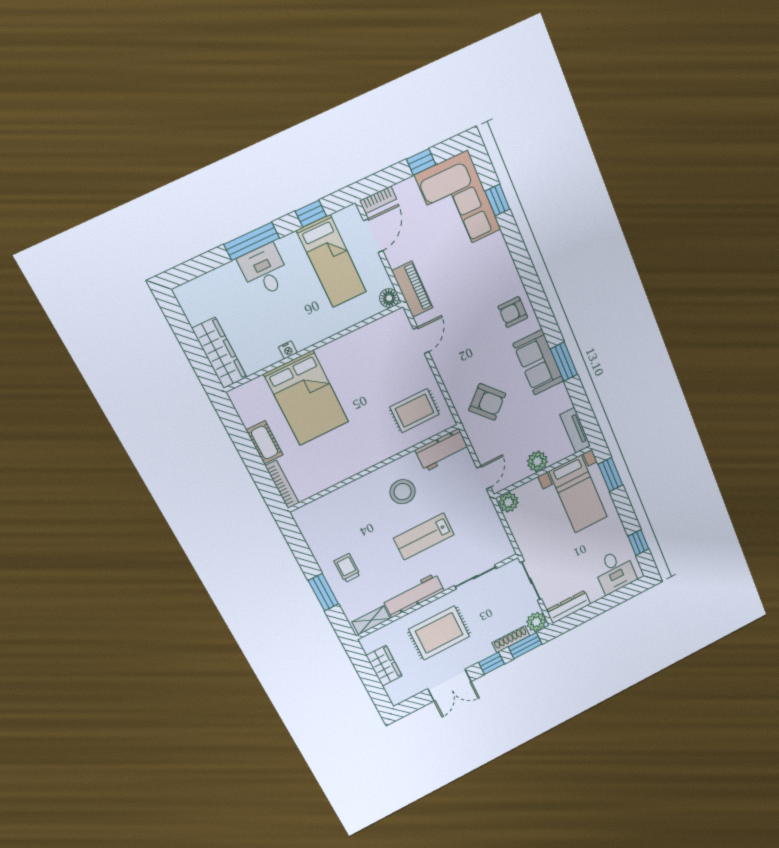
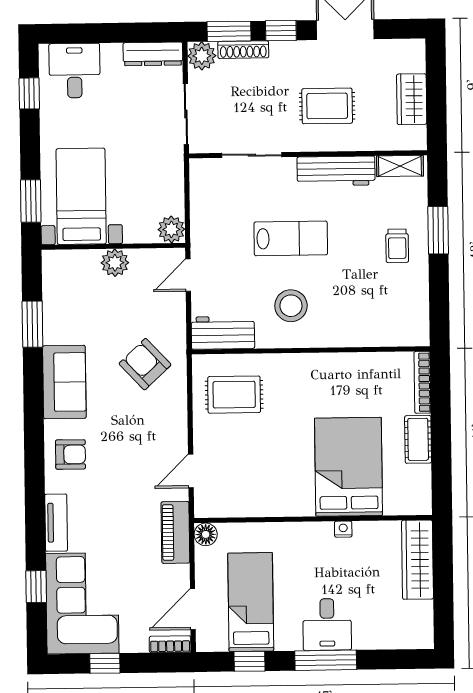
window: (564, 362) -> (32, 324), moved
tv unit: (575, 430) -> (56, 523), moved
rug: (439, 633) -> (327, 106), width x0.73, depth x0.70

